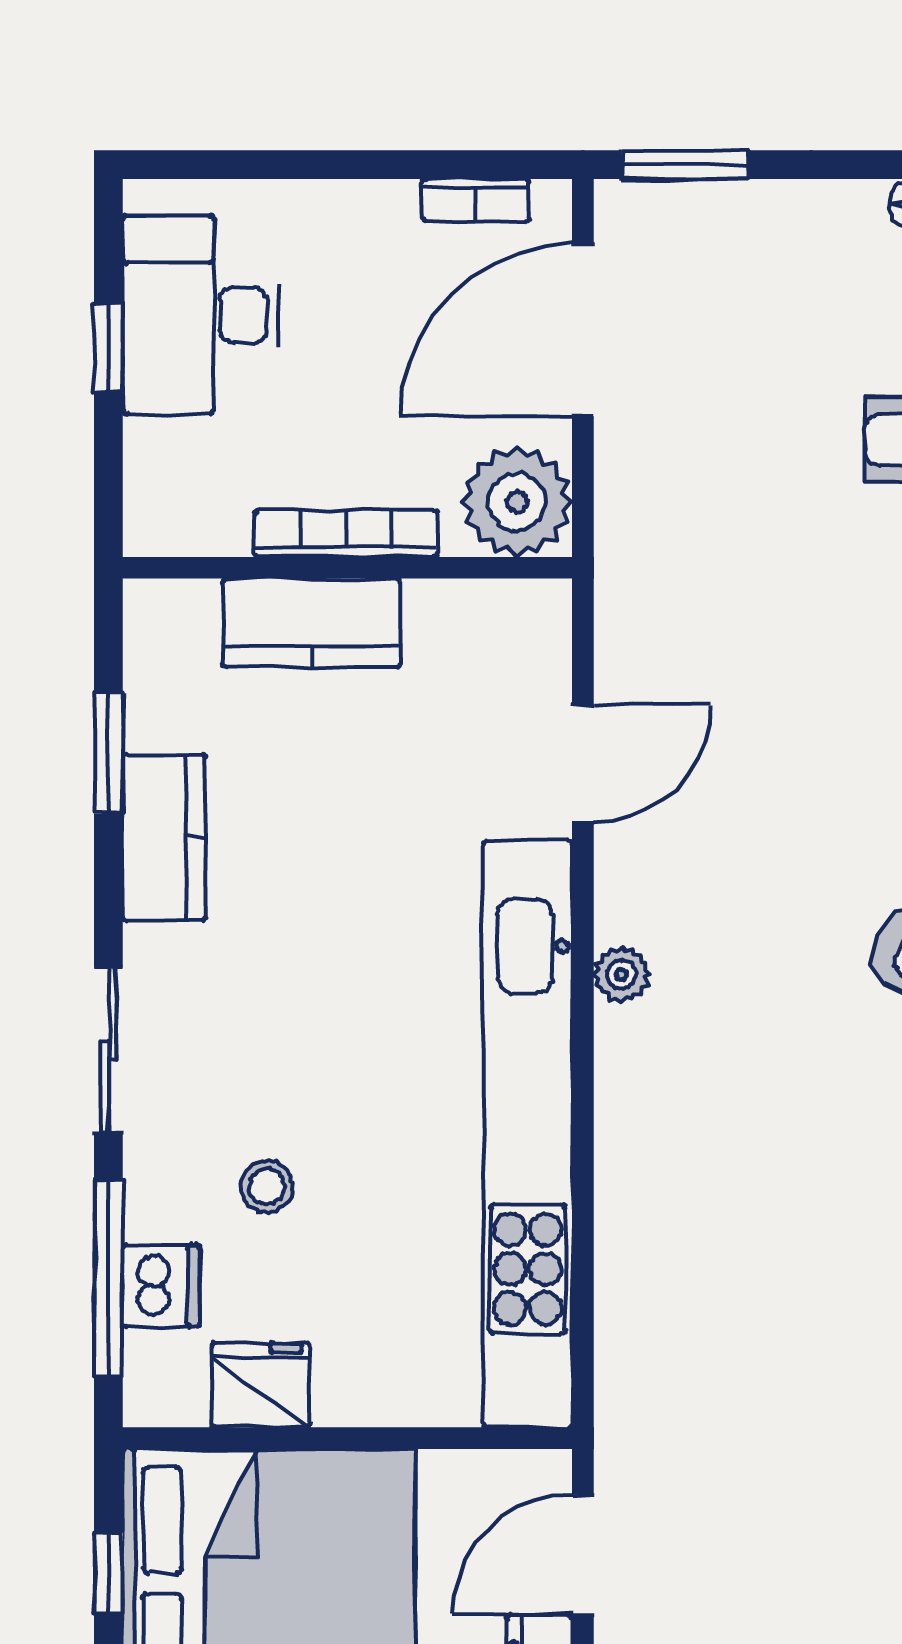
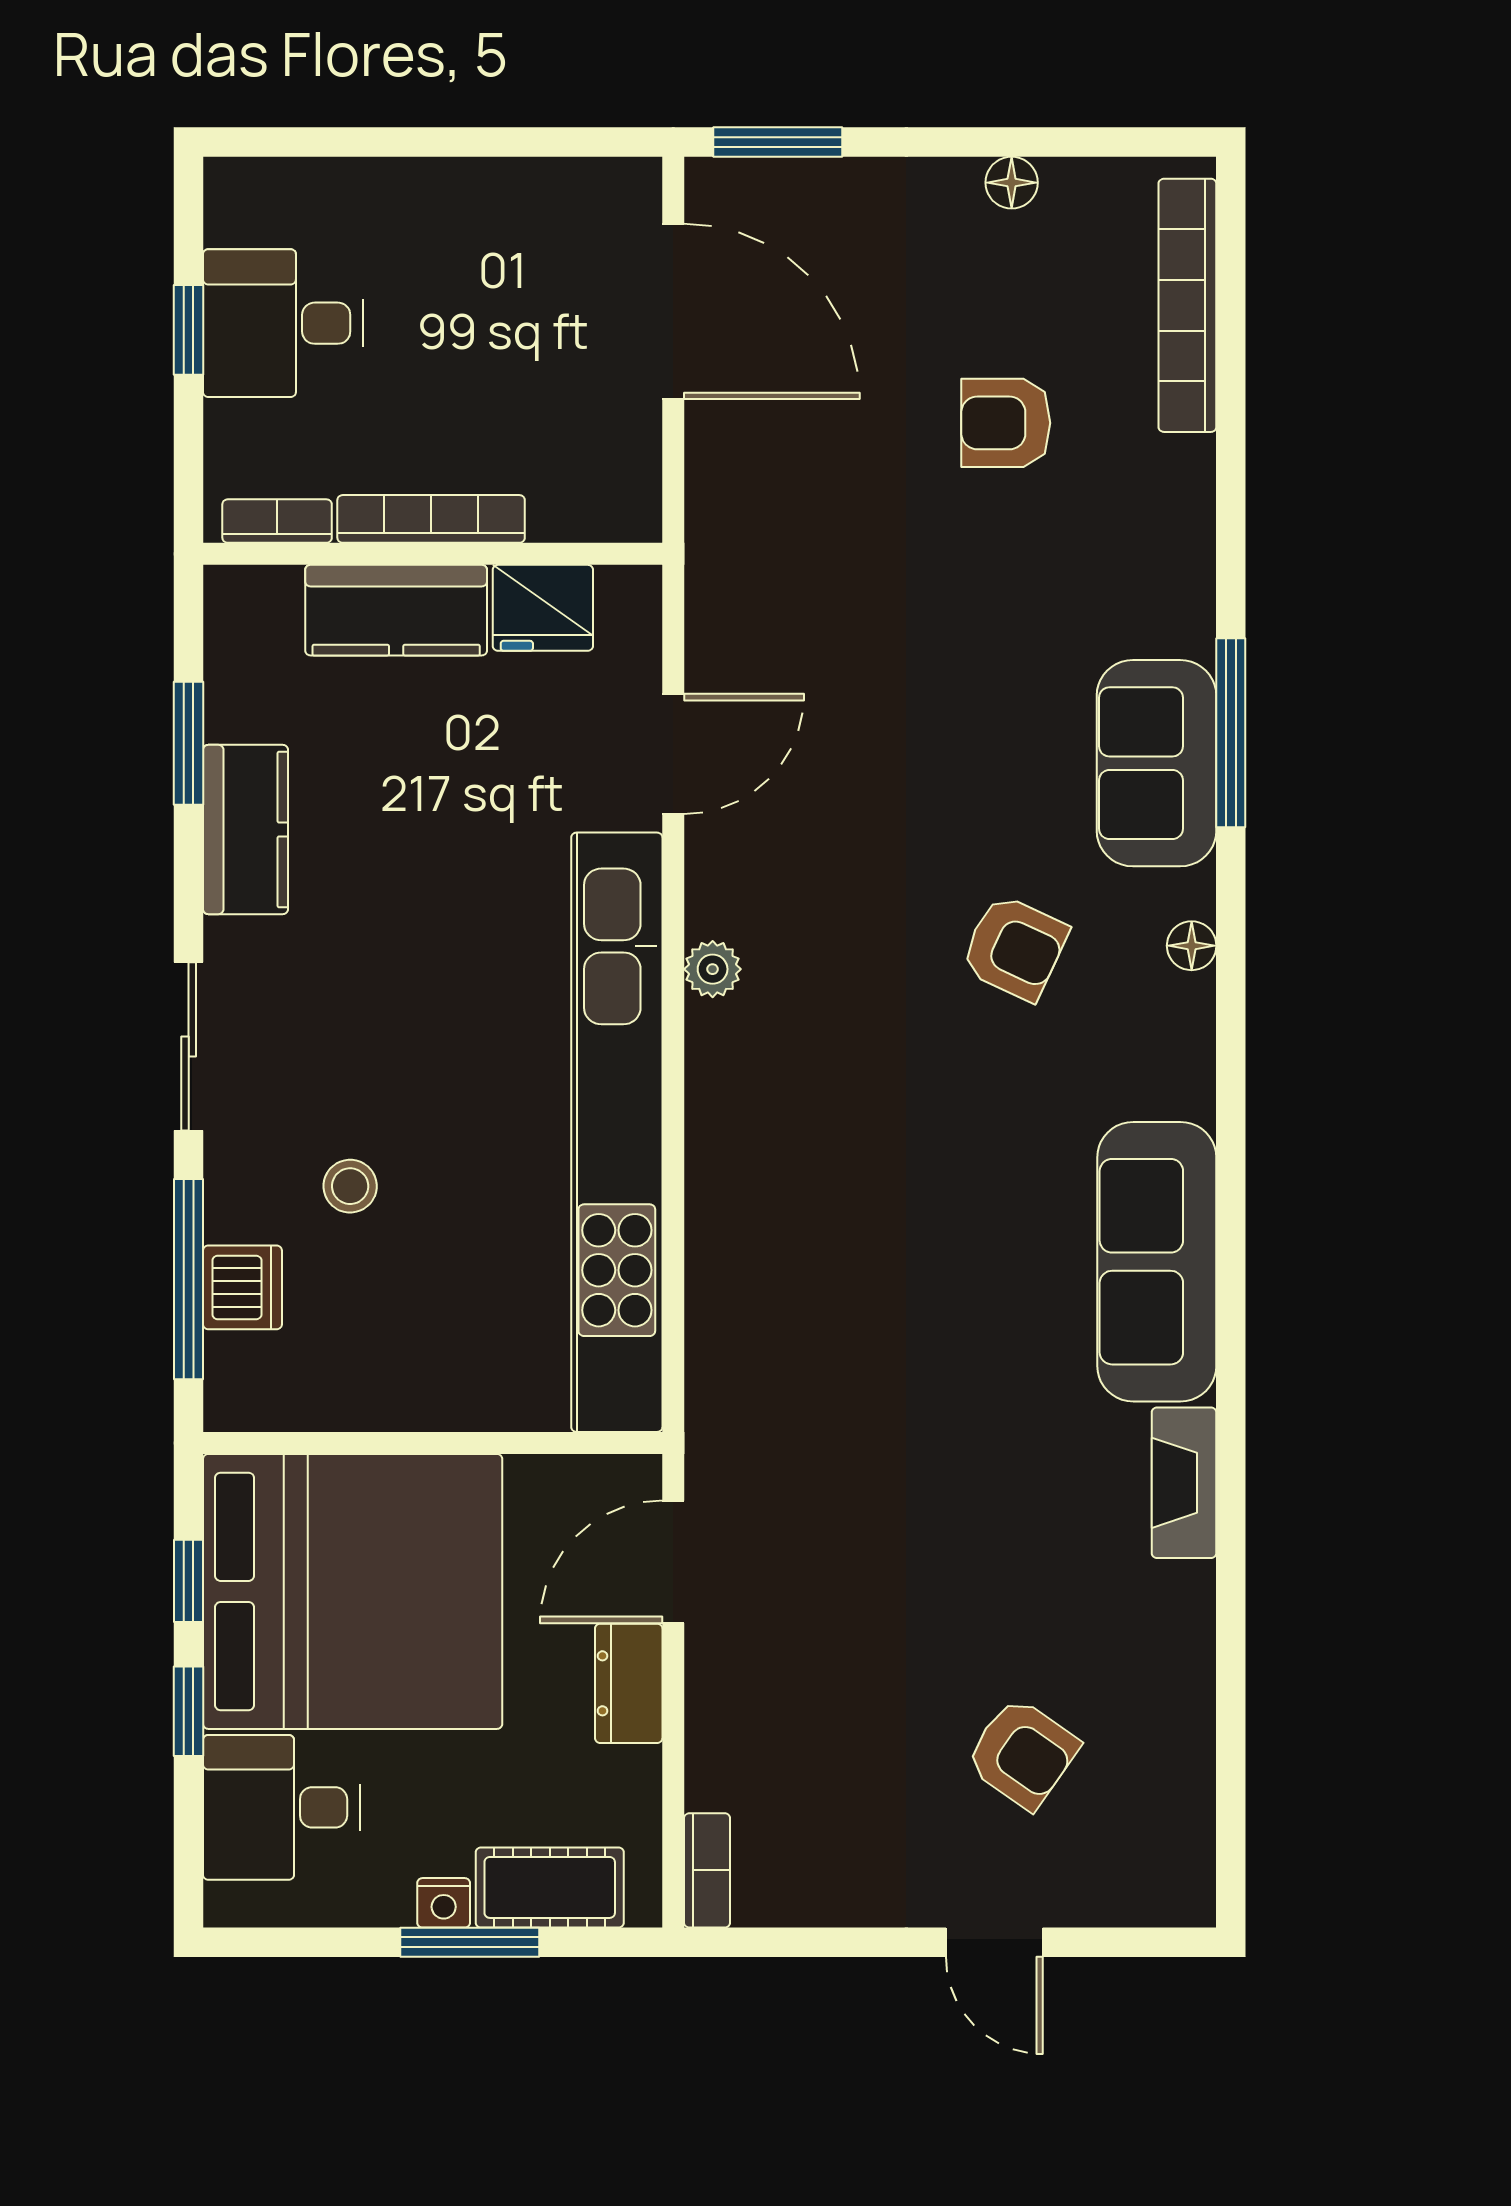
bookcase: (476, 200) -> (277, 521), moved, turned 180
desk: (201, 315) -> (283, 323), width x0.73
door: (583, 330) -> (673, 311), swing flipped
plant: (517, 502) -> (606, 487), removed
fridge: (261, 1385) -> (543, 608), moved, turned 180

